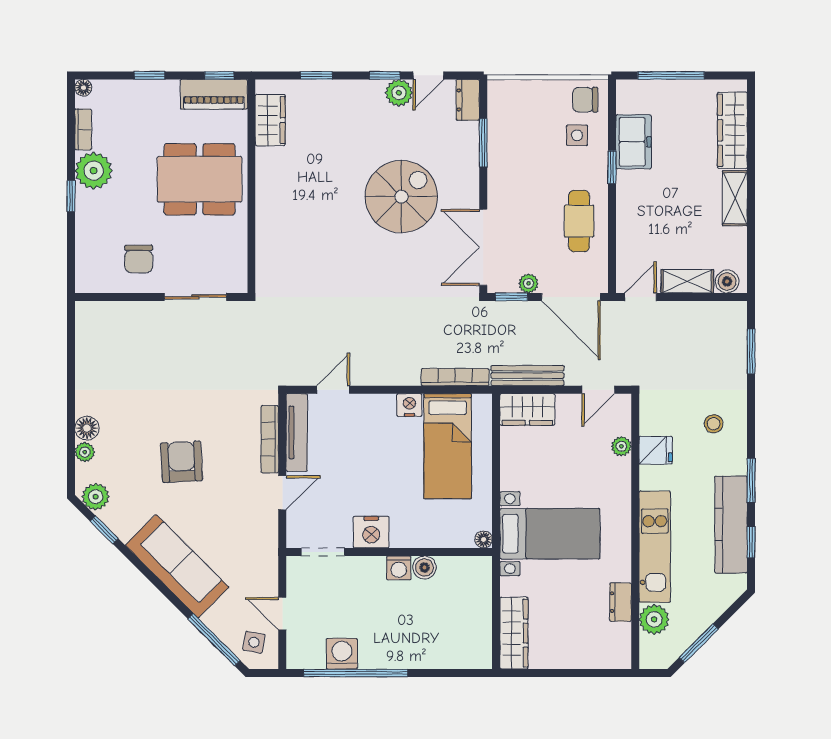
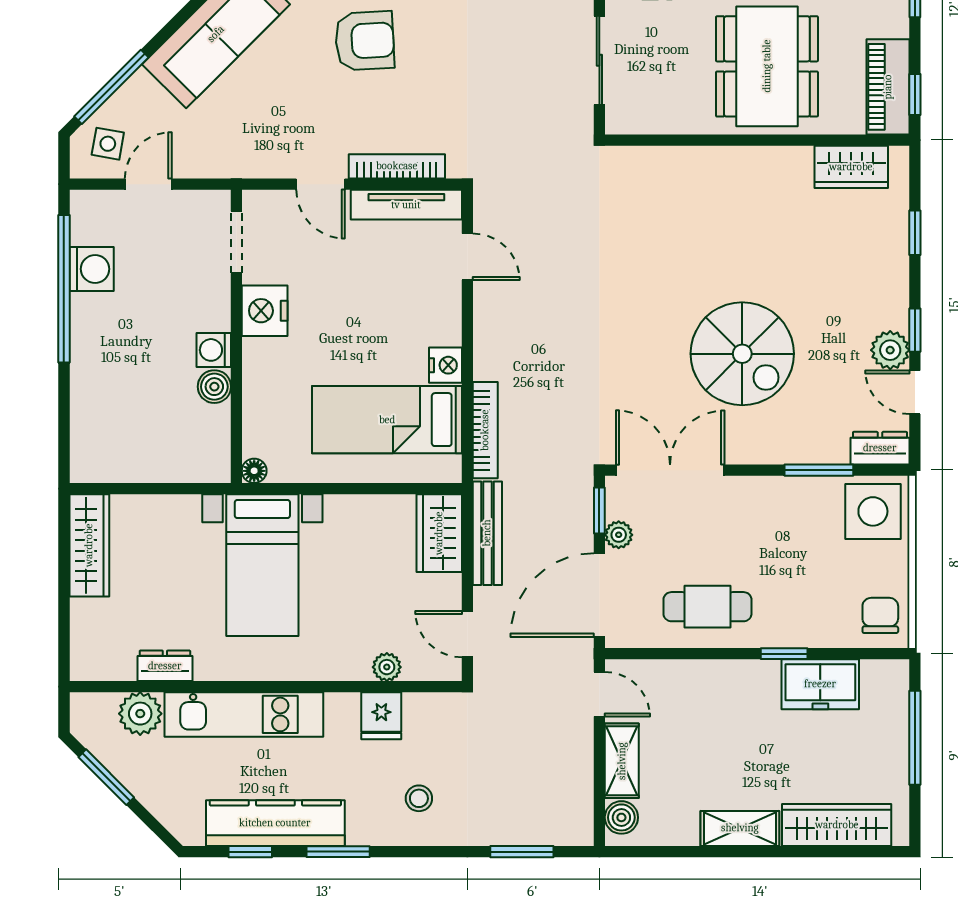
side table: (577, 135) -> (873, 511), moved, width x1.87, depth x1.87
wardrobe: (514, 633) -> (89, 545), moved, turned -90

